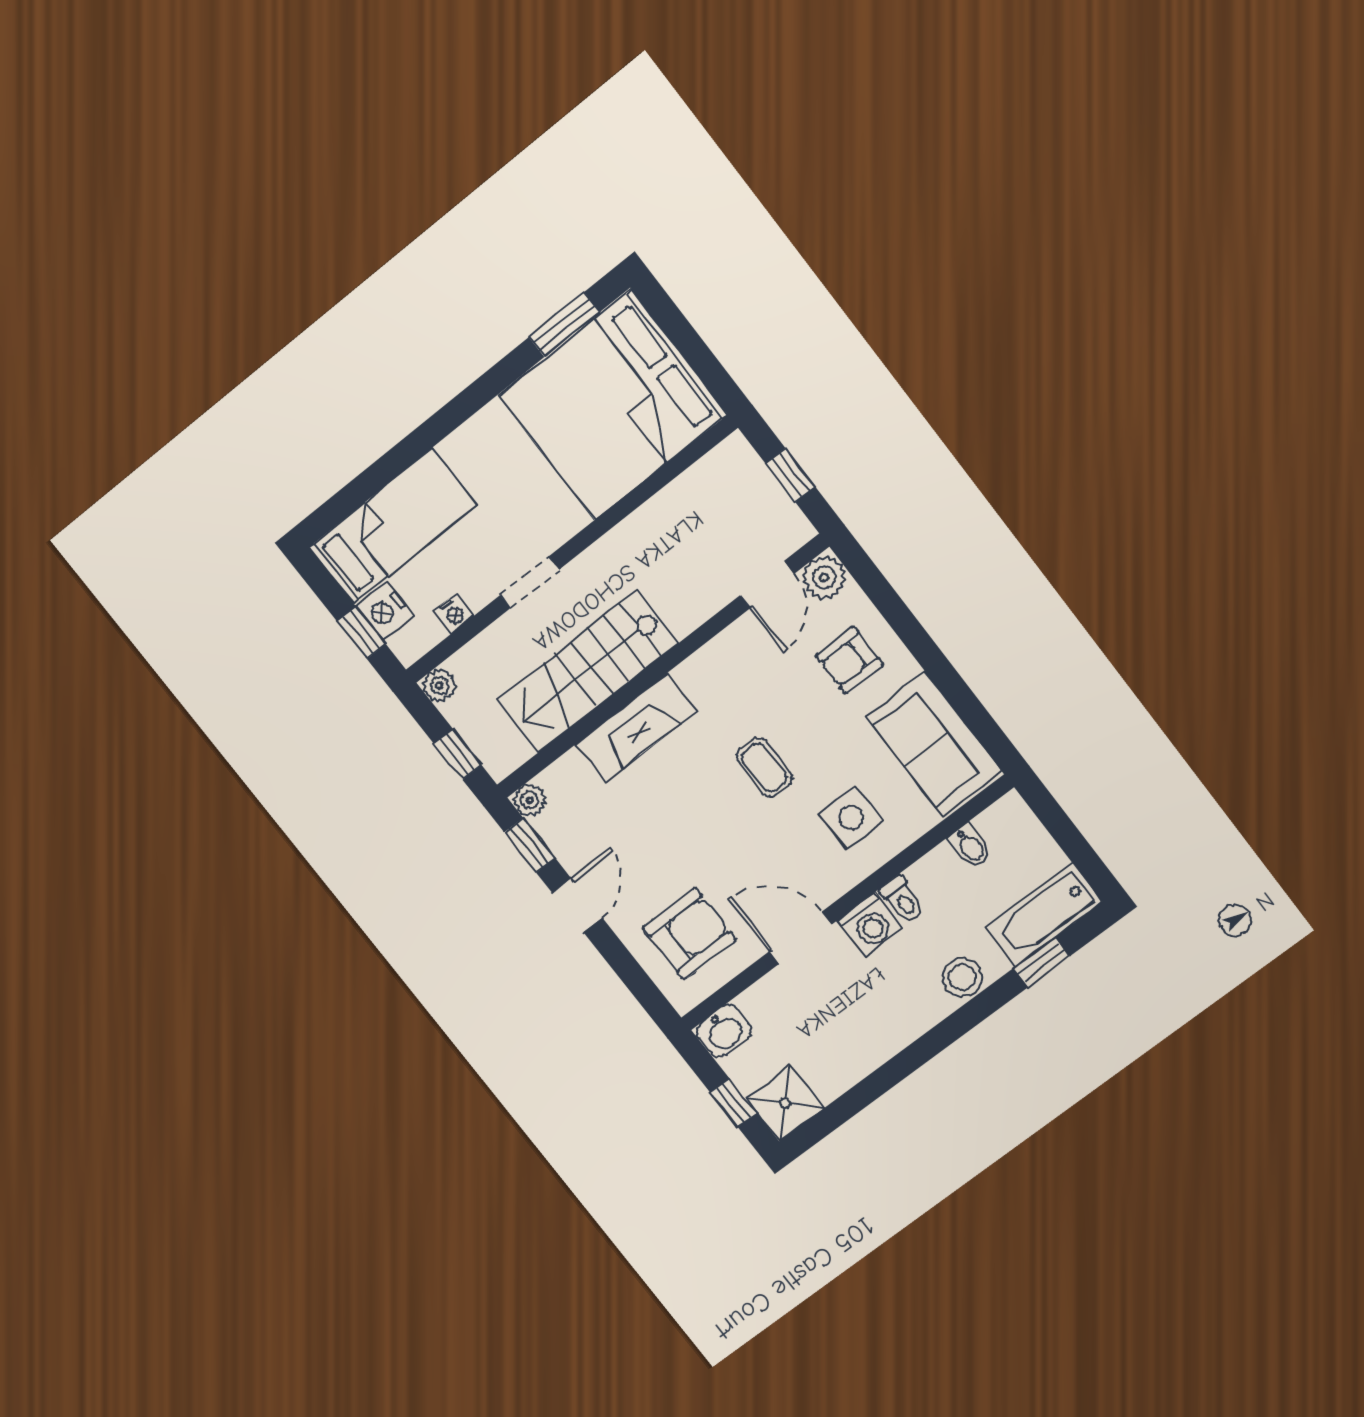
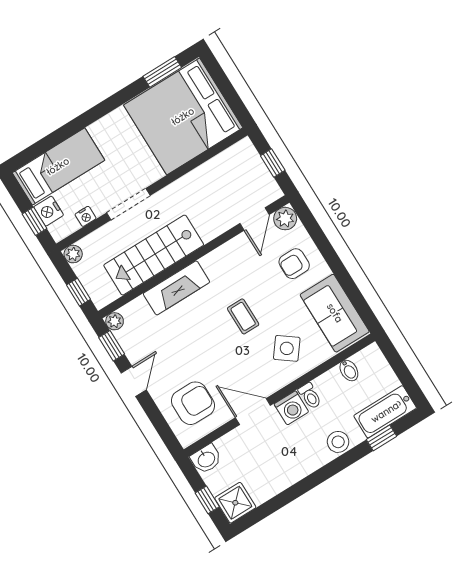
doorway: (530, 582) -> (128, 204), width x1.38
side table: (851, 817) -> (287, 348), turned 37

